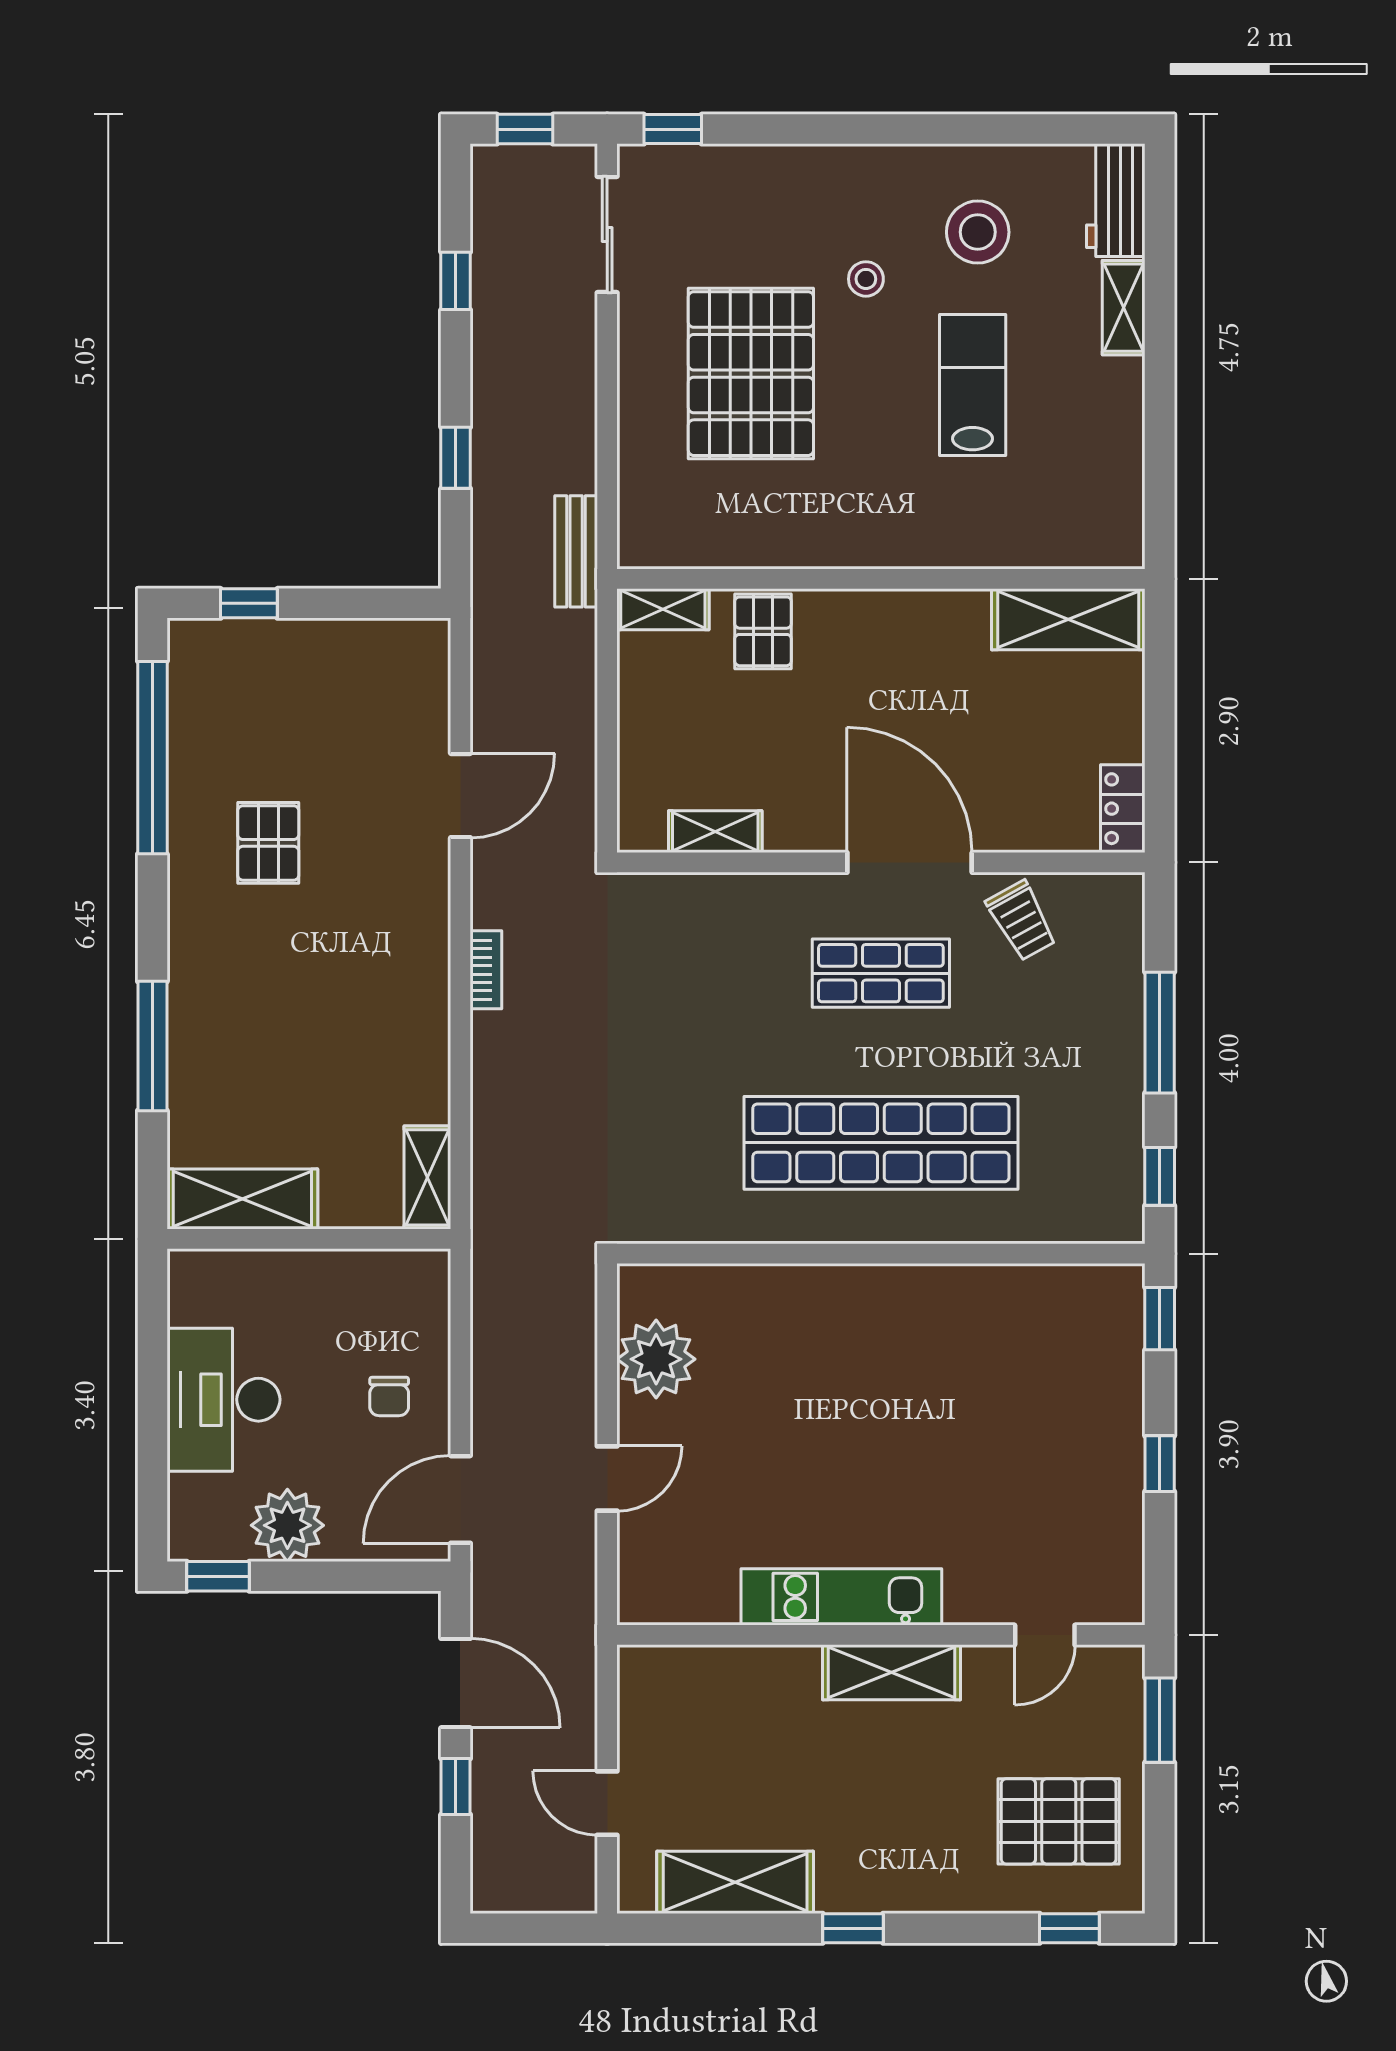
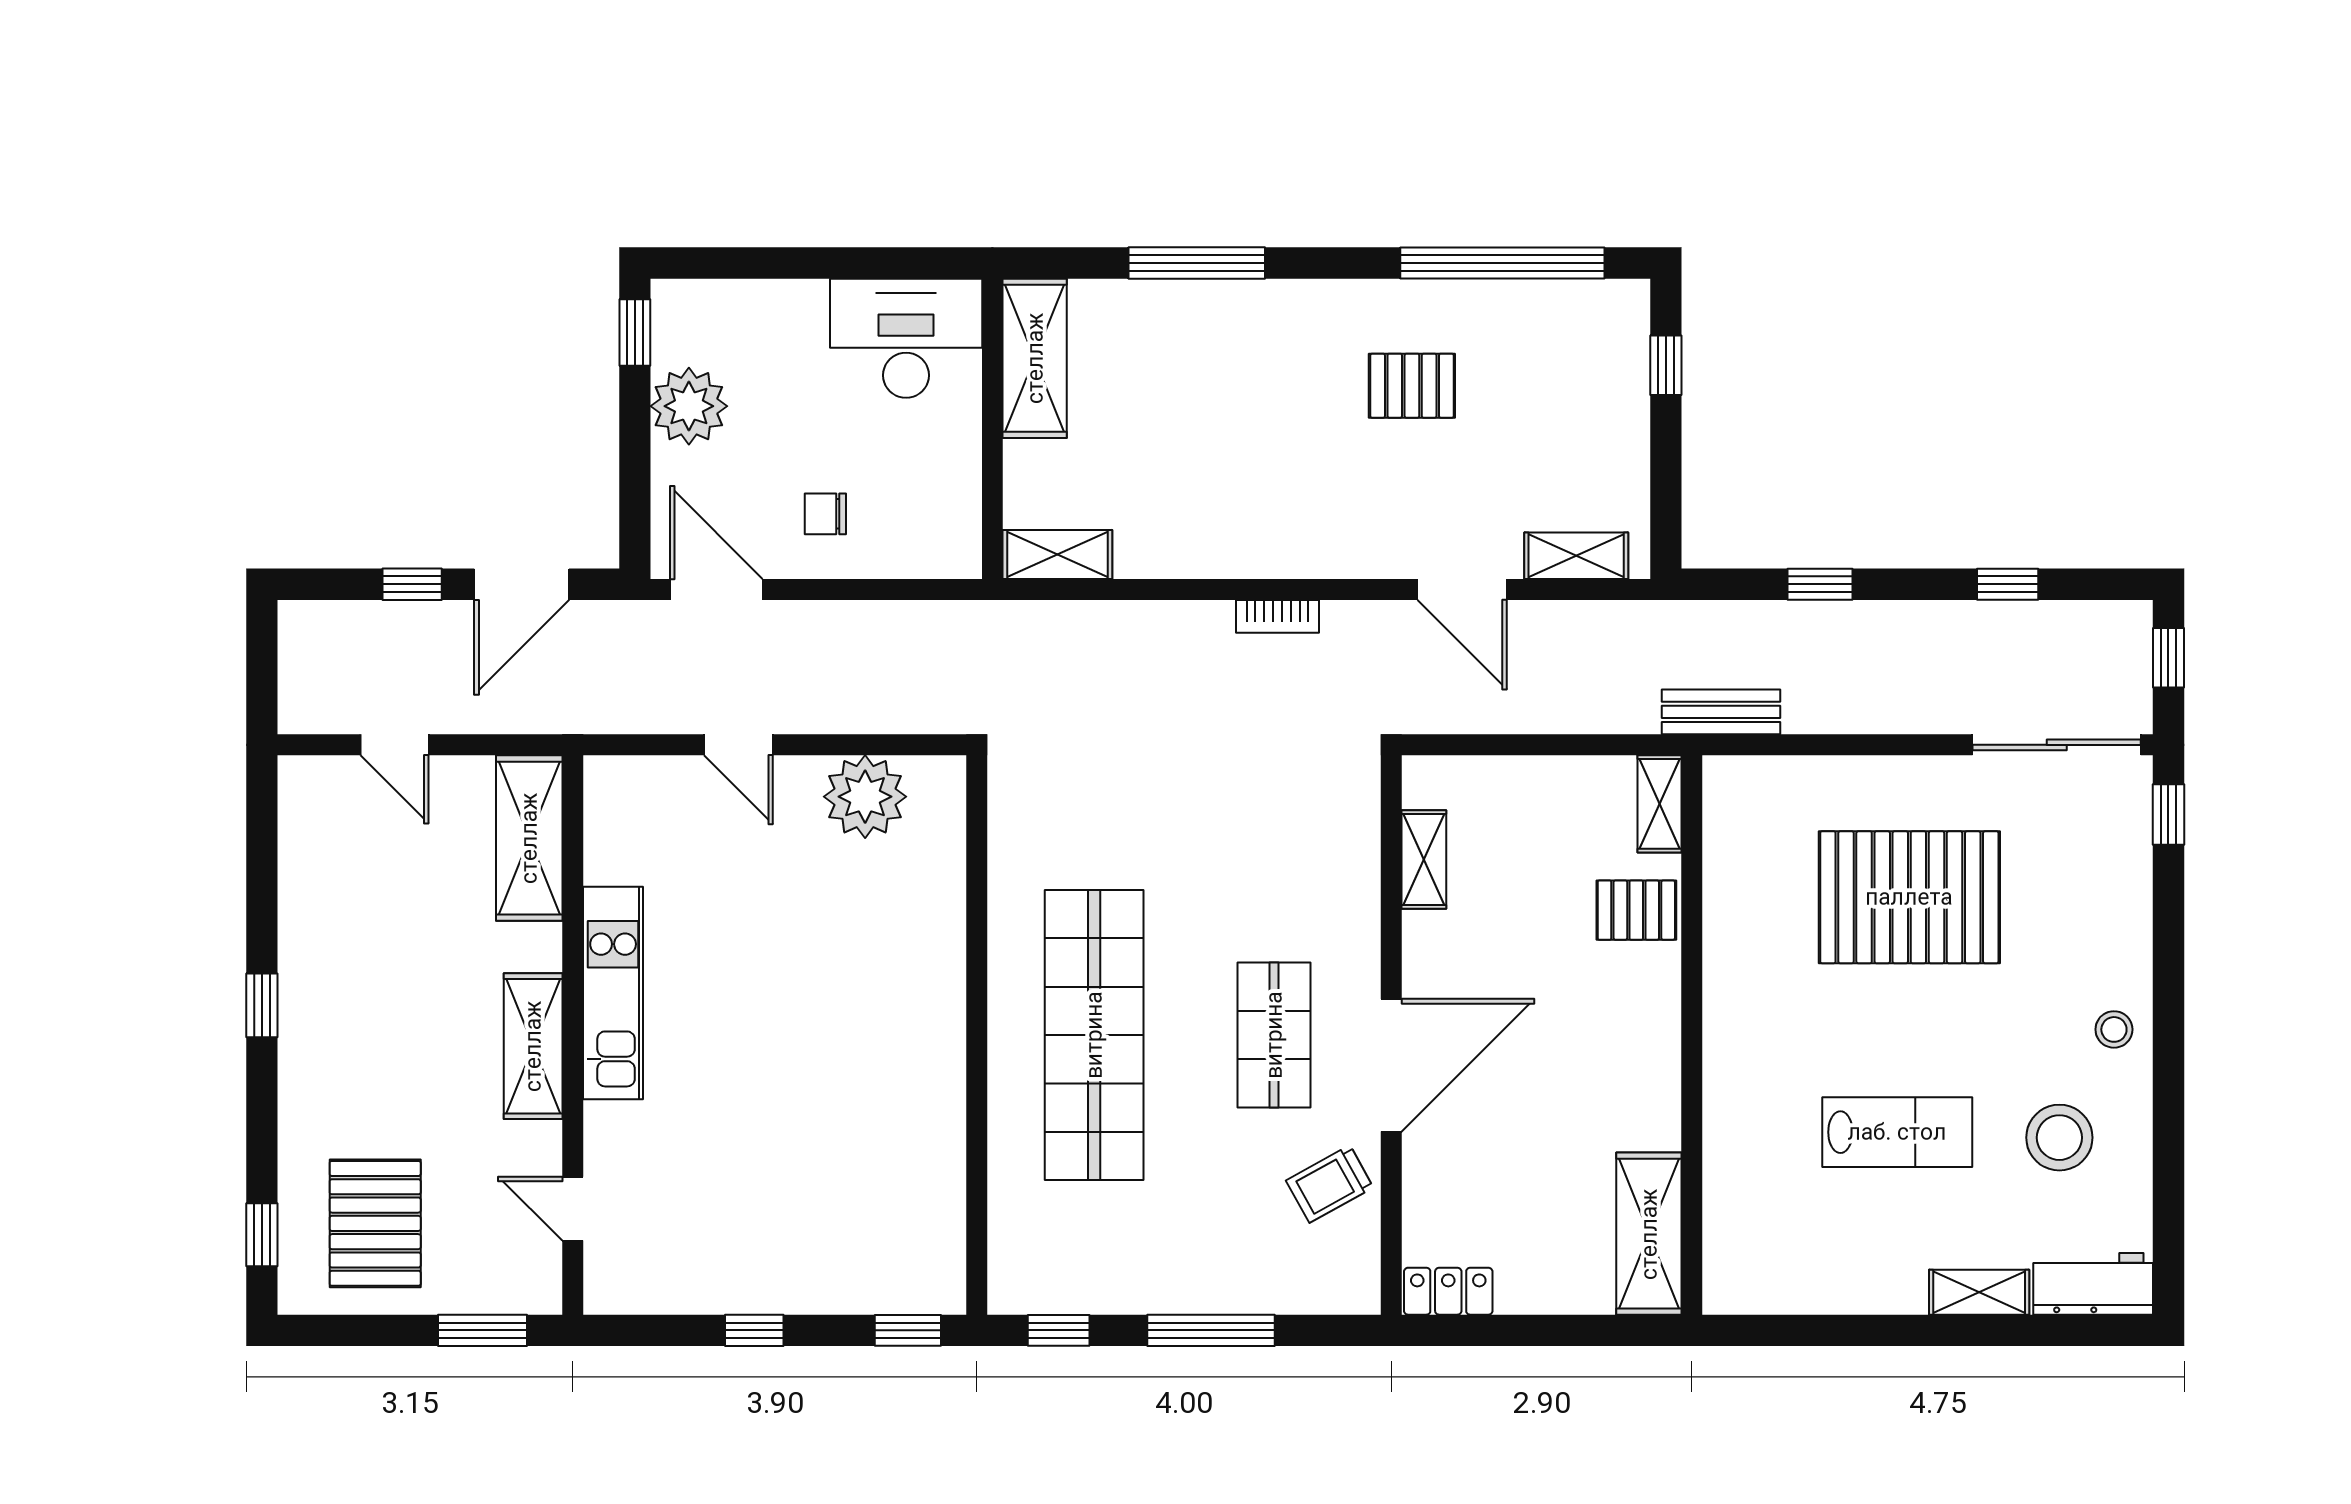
sliding door: (607, 235) -> (2057, 745), width x1.37
stool: (866, 279) -> (2114, 1029), moved
shelving: (429, 688) -> (1576, 556), added
desk: (223, 1400) -> (906, 338), moved
door: (607, 1803) -> (395, 745), swing flipped
shelving: (735, 1882) -> (529, 838), moved

